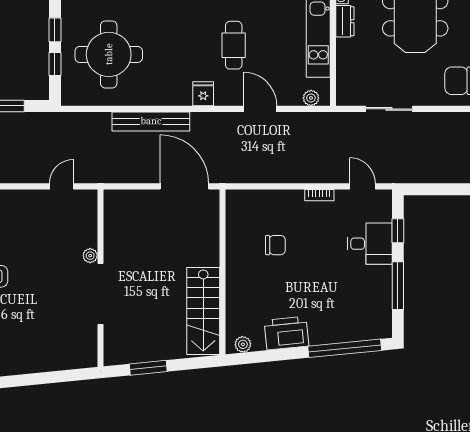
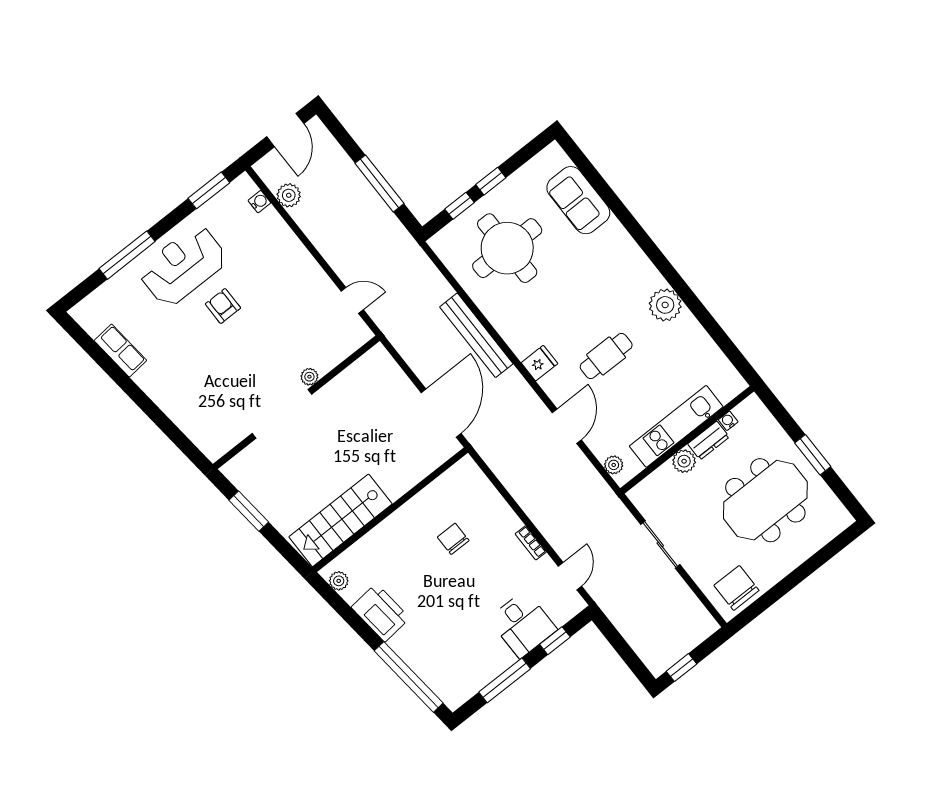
plant: (346, 49) -> (684, 461), added
chair: (275, 245) -> (453, 539), turned 180

